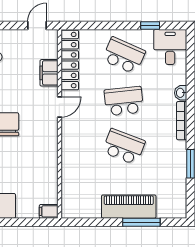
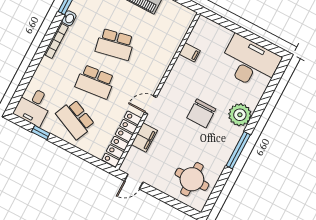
washbasin: (181, 93) -> (69, 18), moved
school desk: (124, 147) -> (115, 44), turned -33
filing cabinet: (49, 211) -> (190, 52), moved

